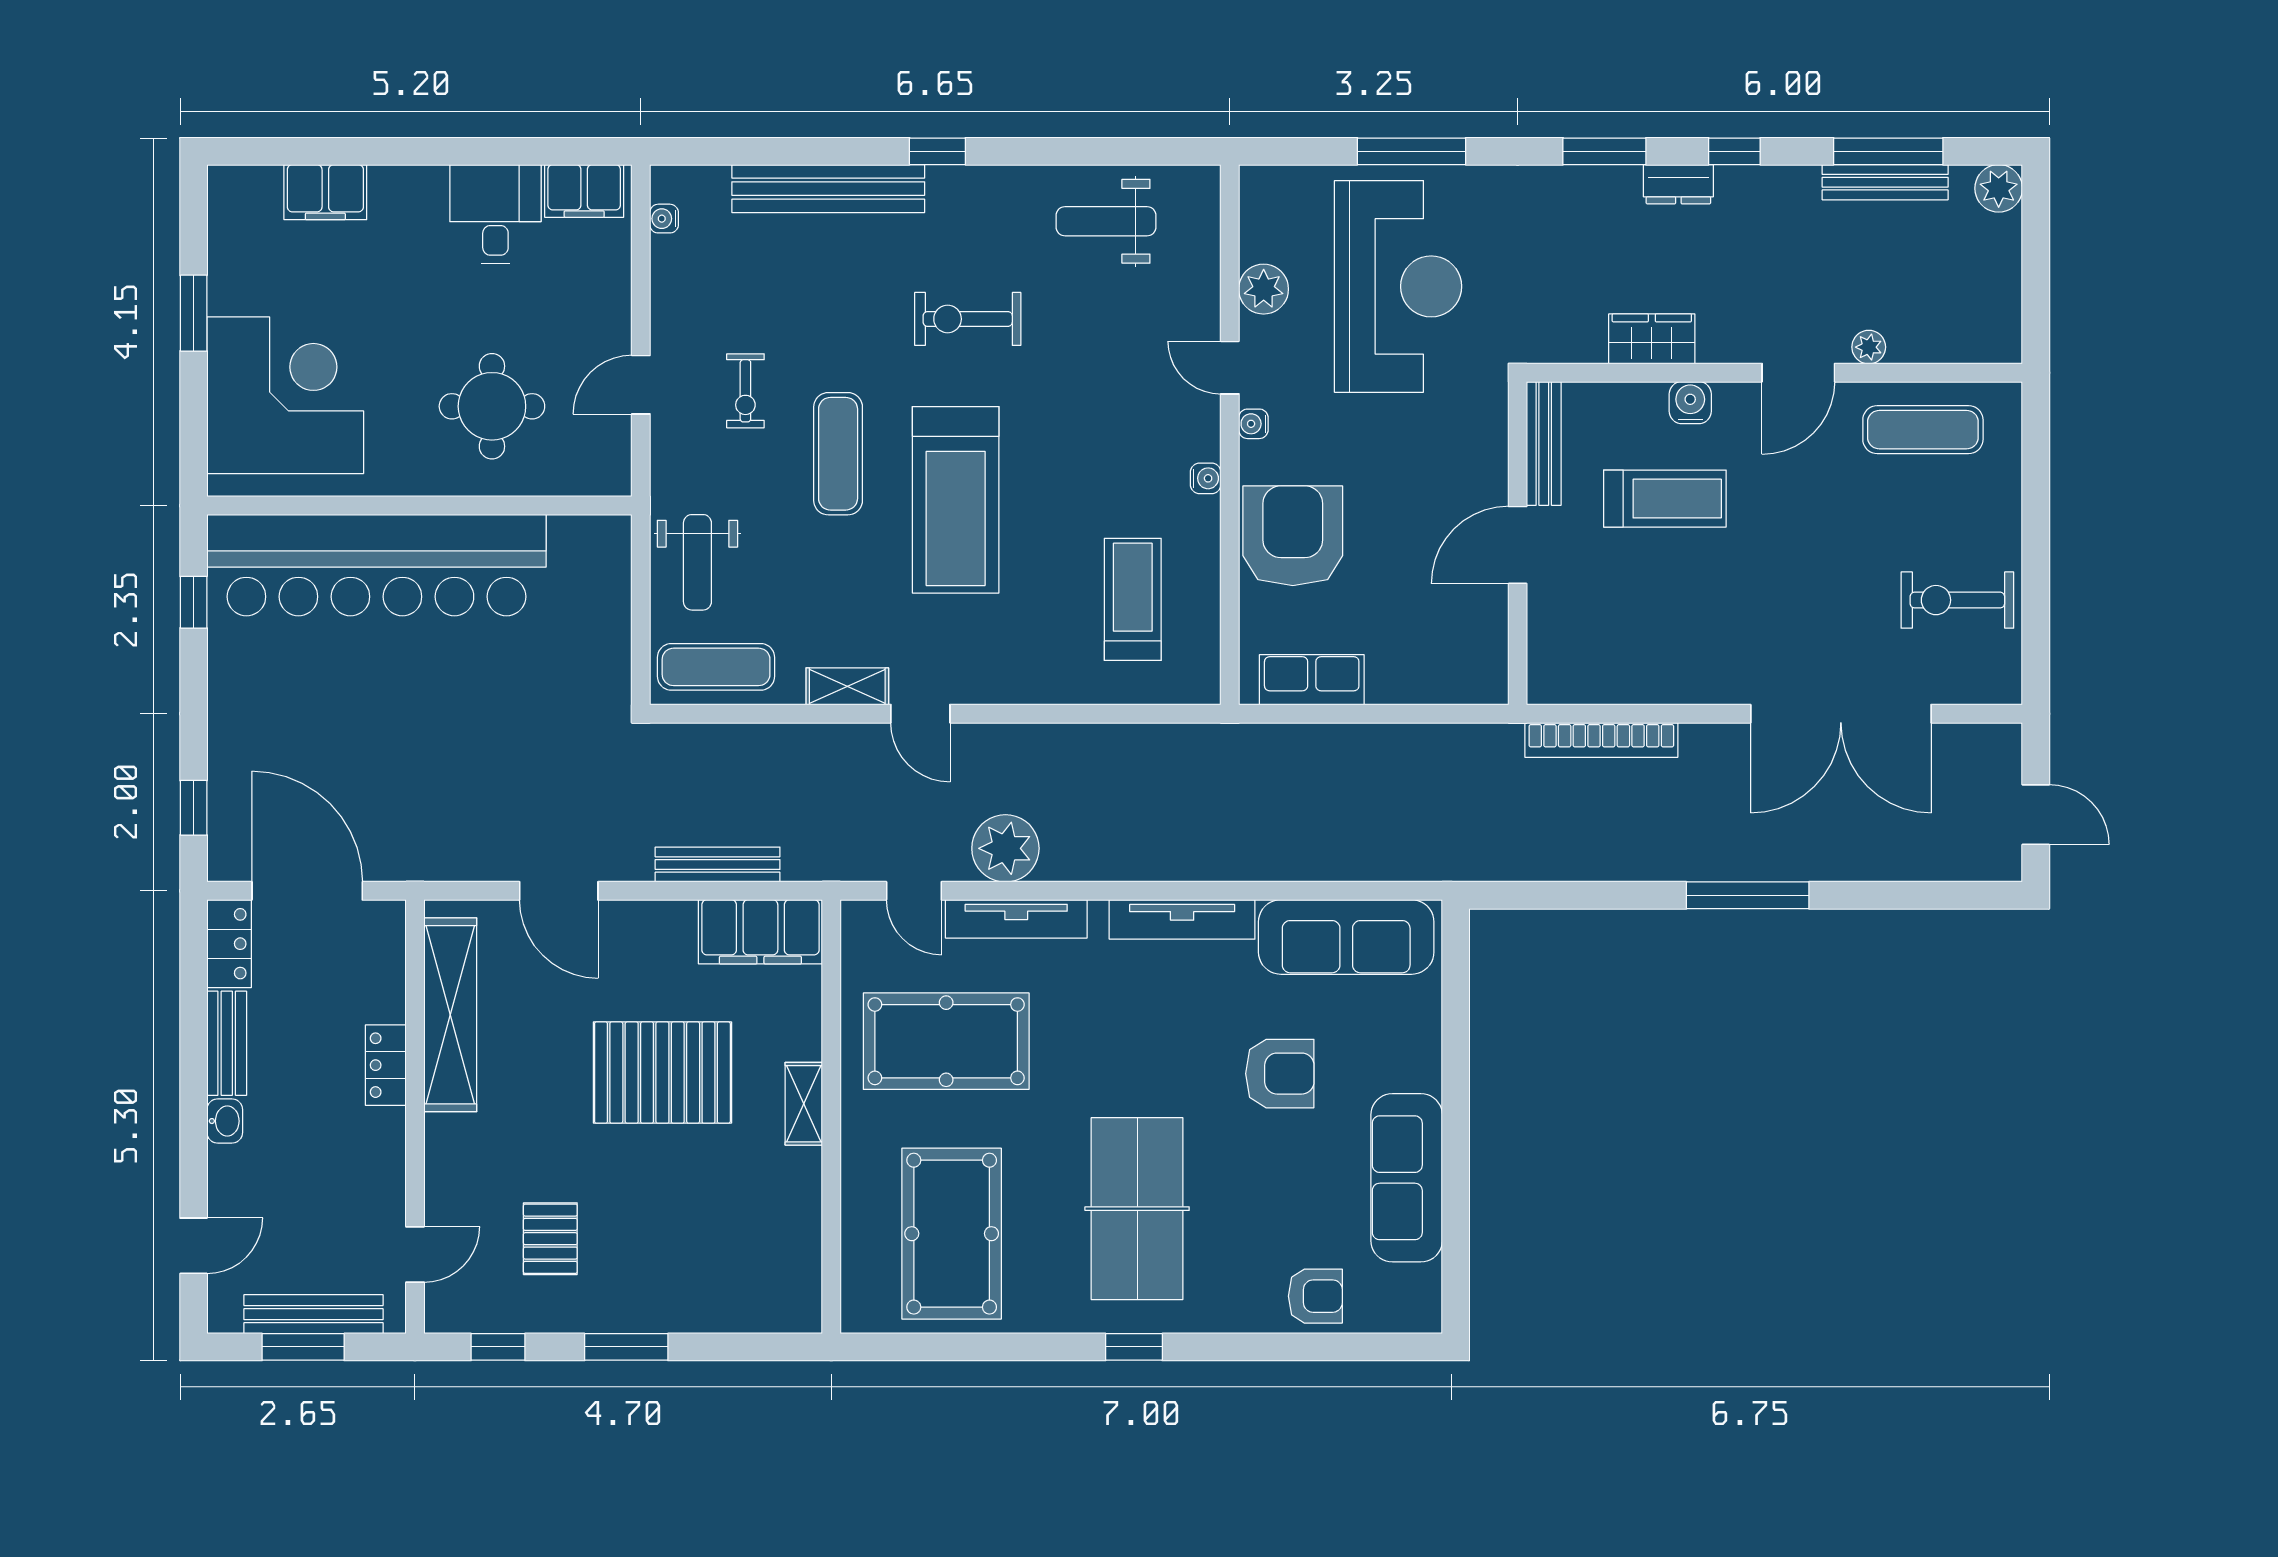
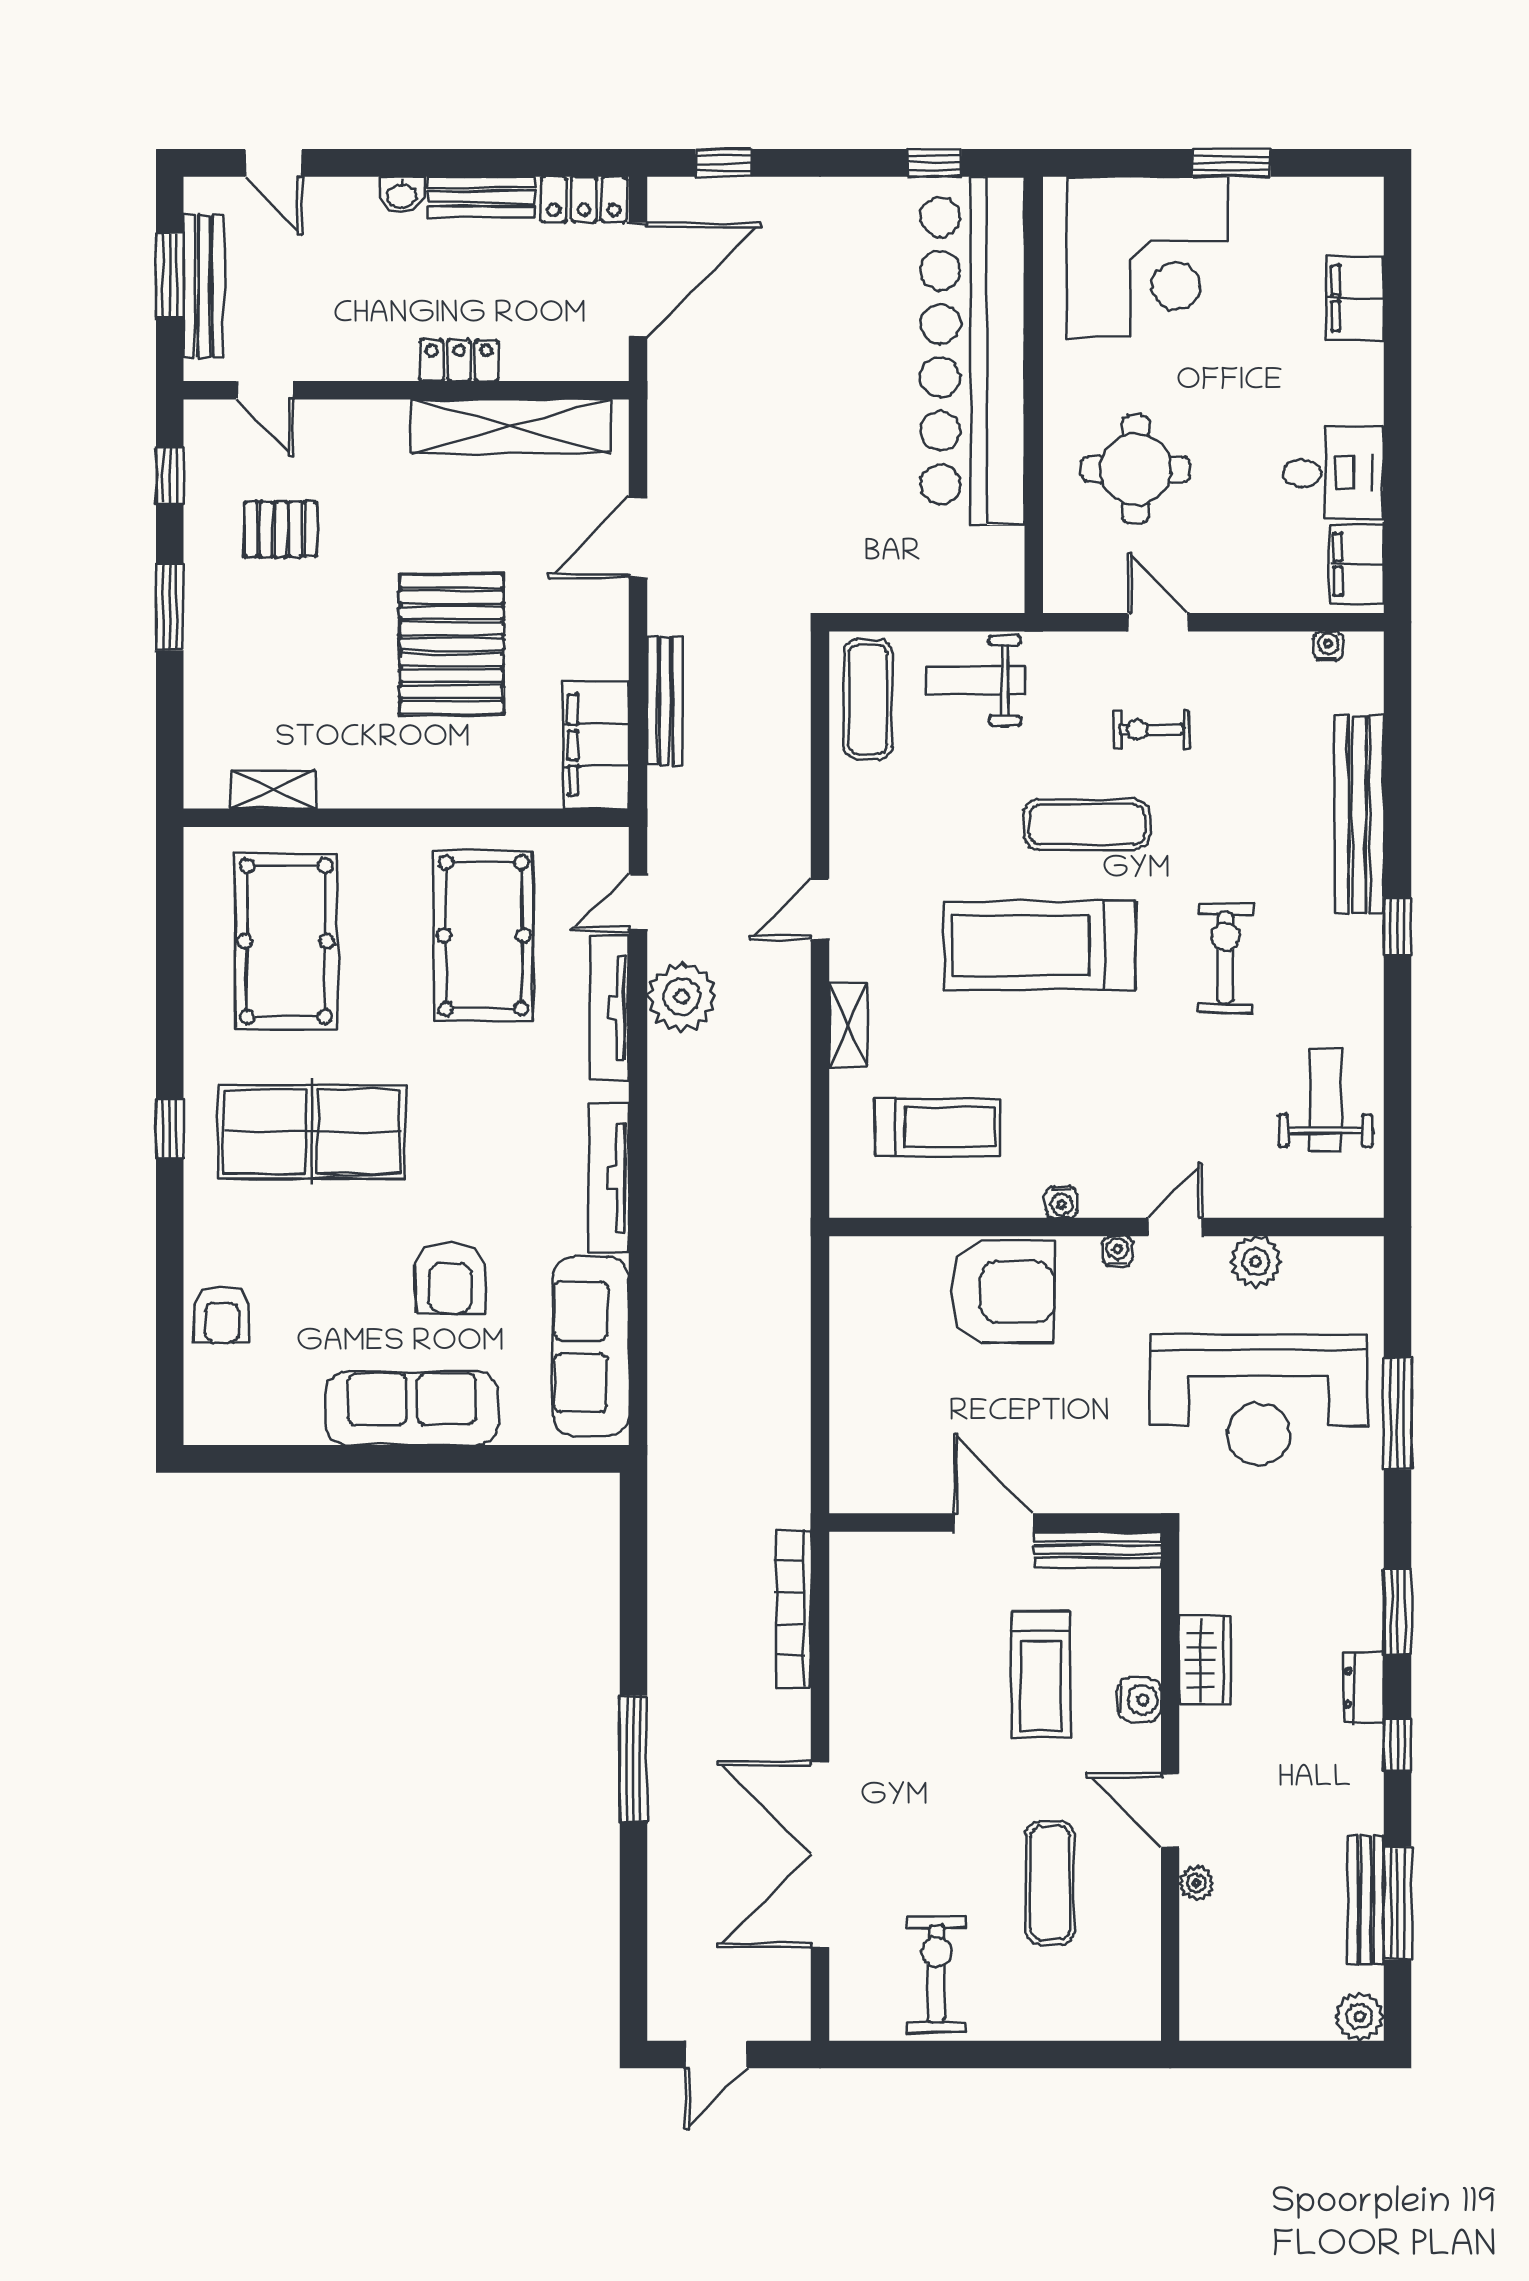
exercise mat: (1923, 430) -> (1050, 1883), moved
row of seats: (1312, 680) -> (855, 1311), removed
shelving: (847, 686) -> (848, 1025), moved
shelving: (804, 1104) -> (273, 789), moved
sofa: (1407, 1178) -> (412, 1409), moved
pool table: (952, 1234) -> (286, 941), turned 90

